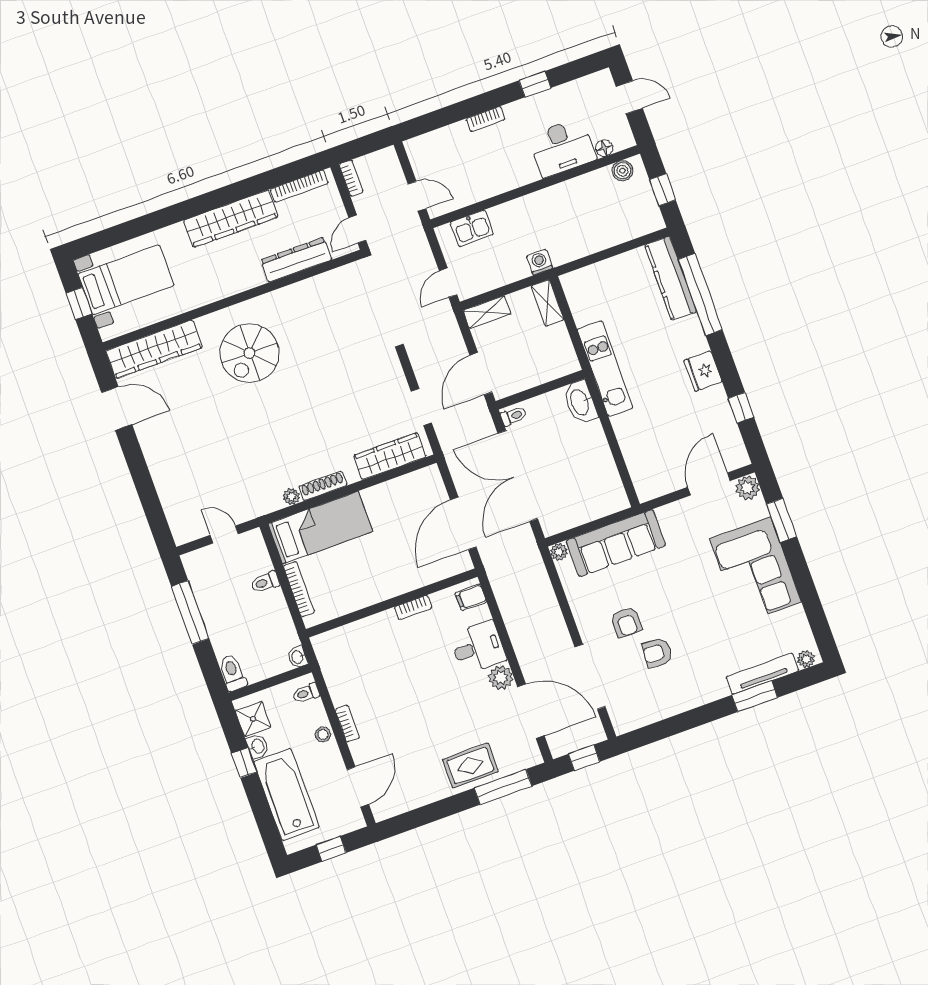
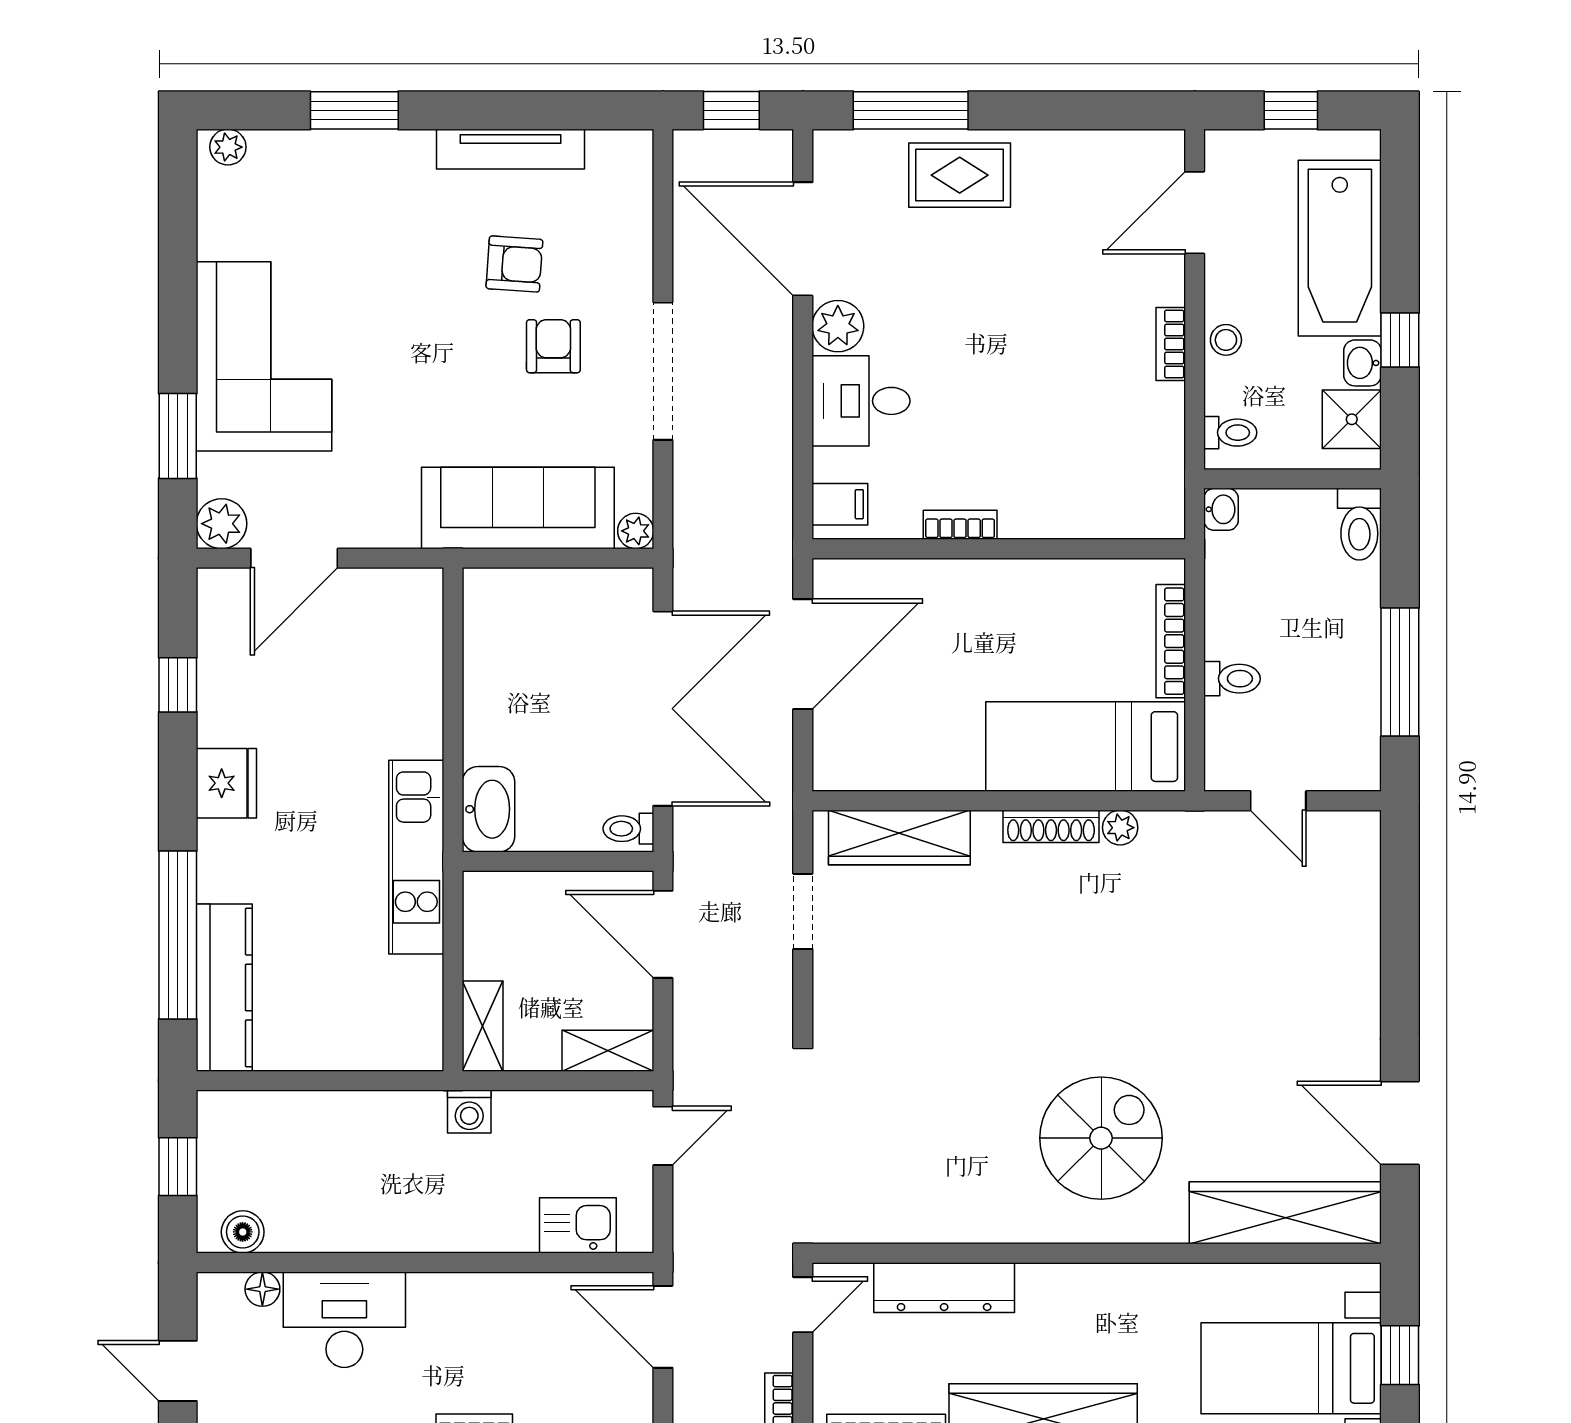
door: (417, 196) -> (663, 1327), width x1.38
door: (481, 374) -> (663, 934), swing flipped
tv unit: (762, 674) -> (510, 149), moved
doorway: (590, 677) -> (663, 371), moved

